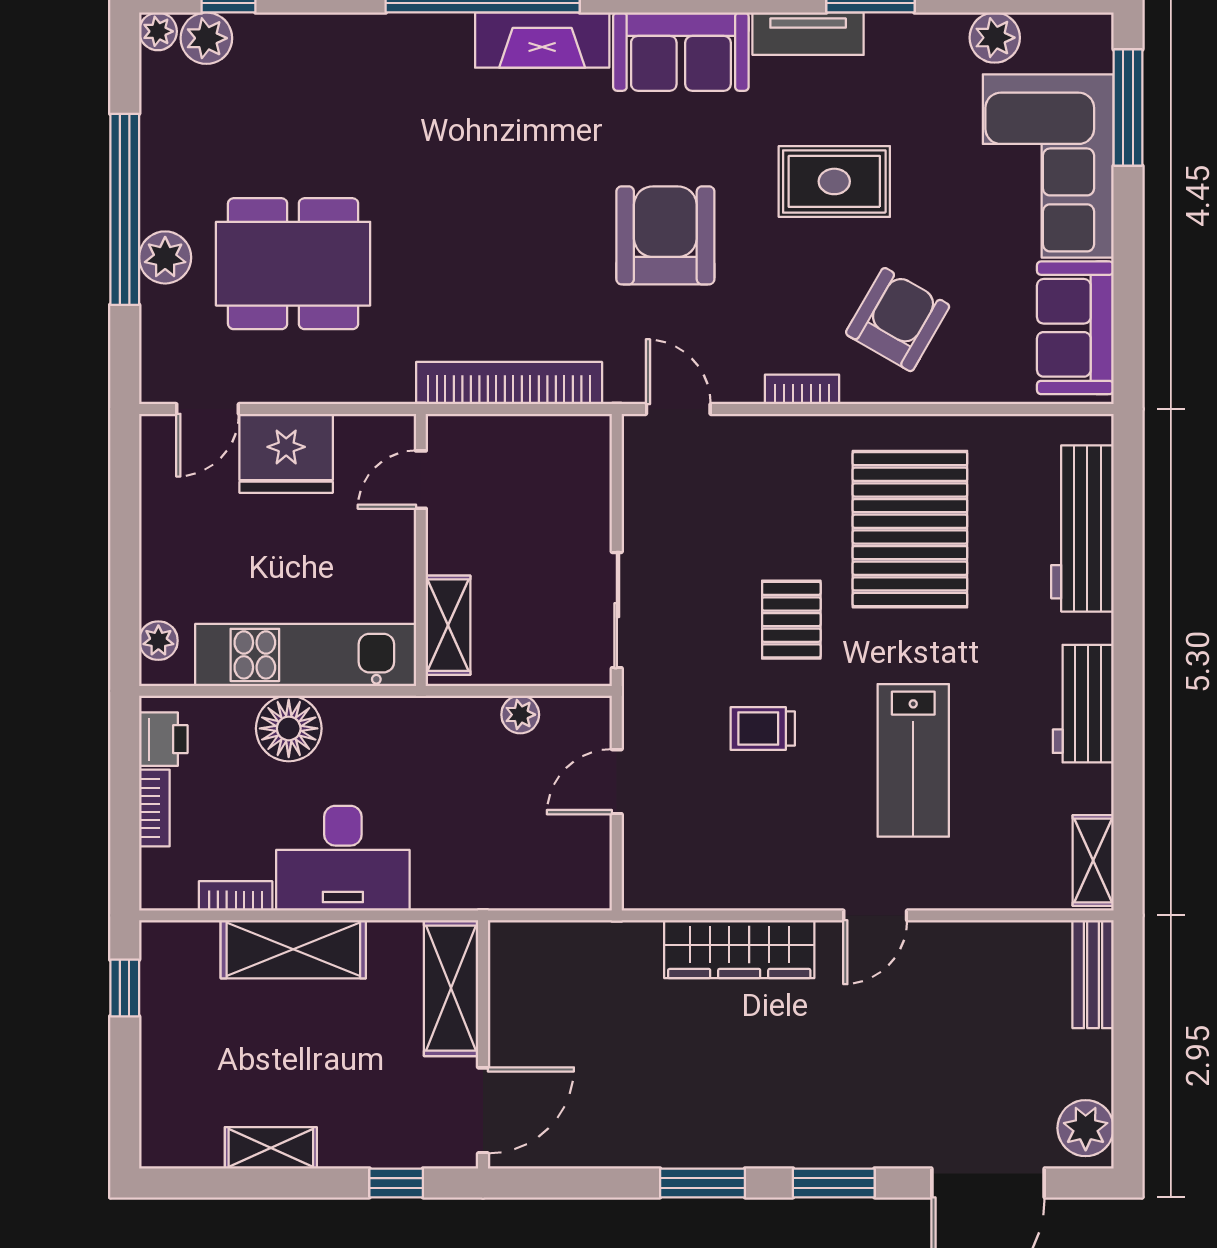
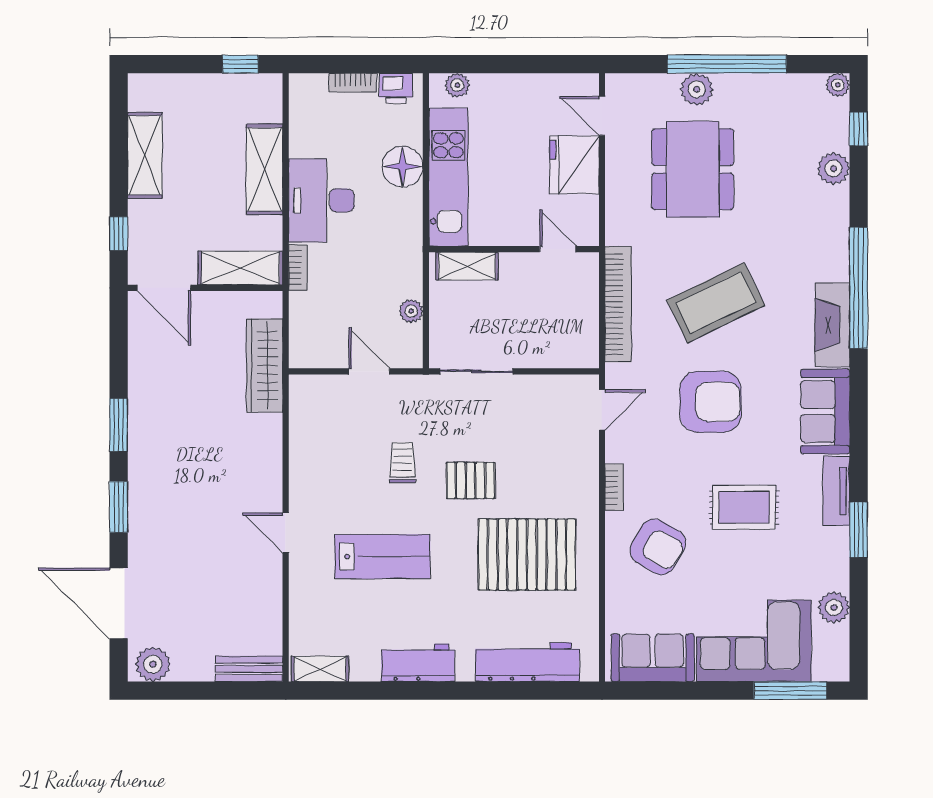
plant: (206, 38) -> (834, 169), moved
rug: (834, 181) -> (744, 507), turned 90
coffee table: (507, 227) -> (716, 303), added
lab bench: (913, 760) -> (383, 557), turned 180
bookcase: (236, 896) -> (298, 267), moved
wardrobe: (739, 949) -> (265, 366), moved
shelving: (271, 1148) -> (145, 155), width x1.50, depth x1.33

